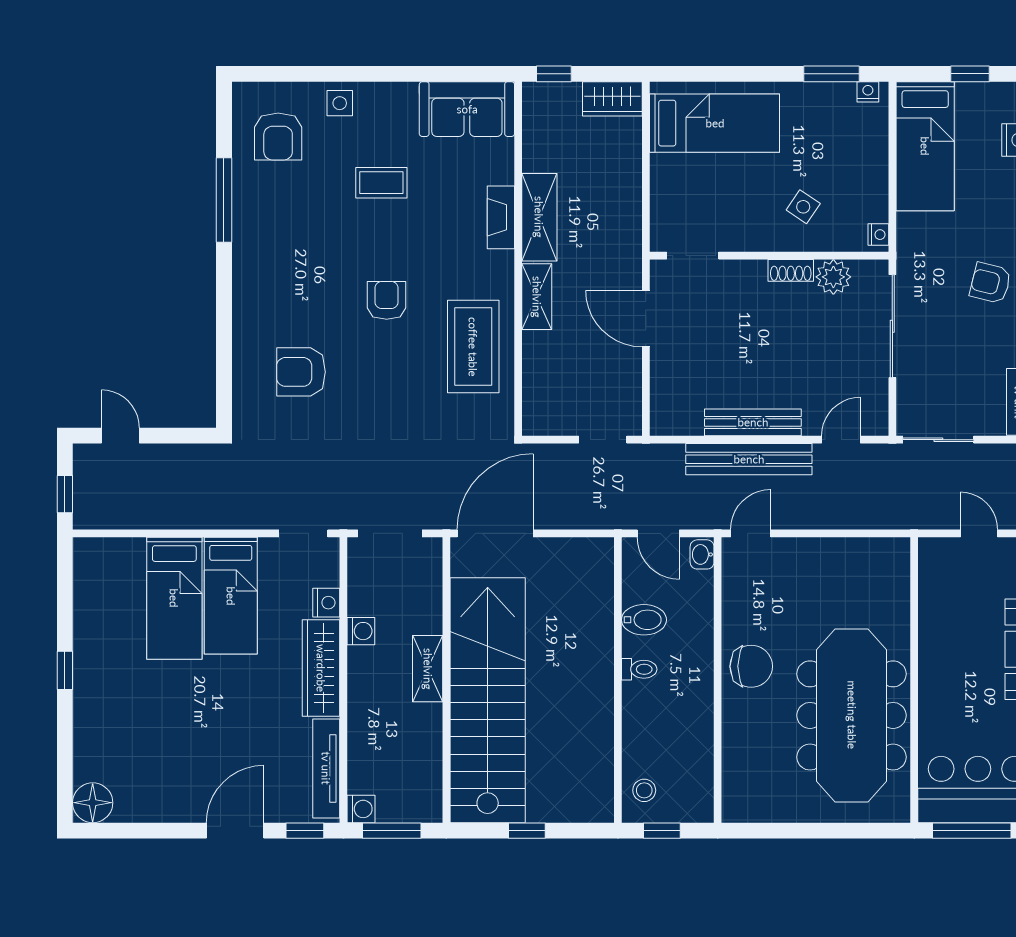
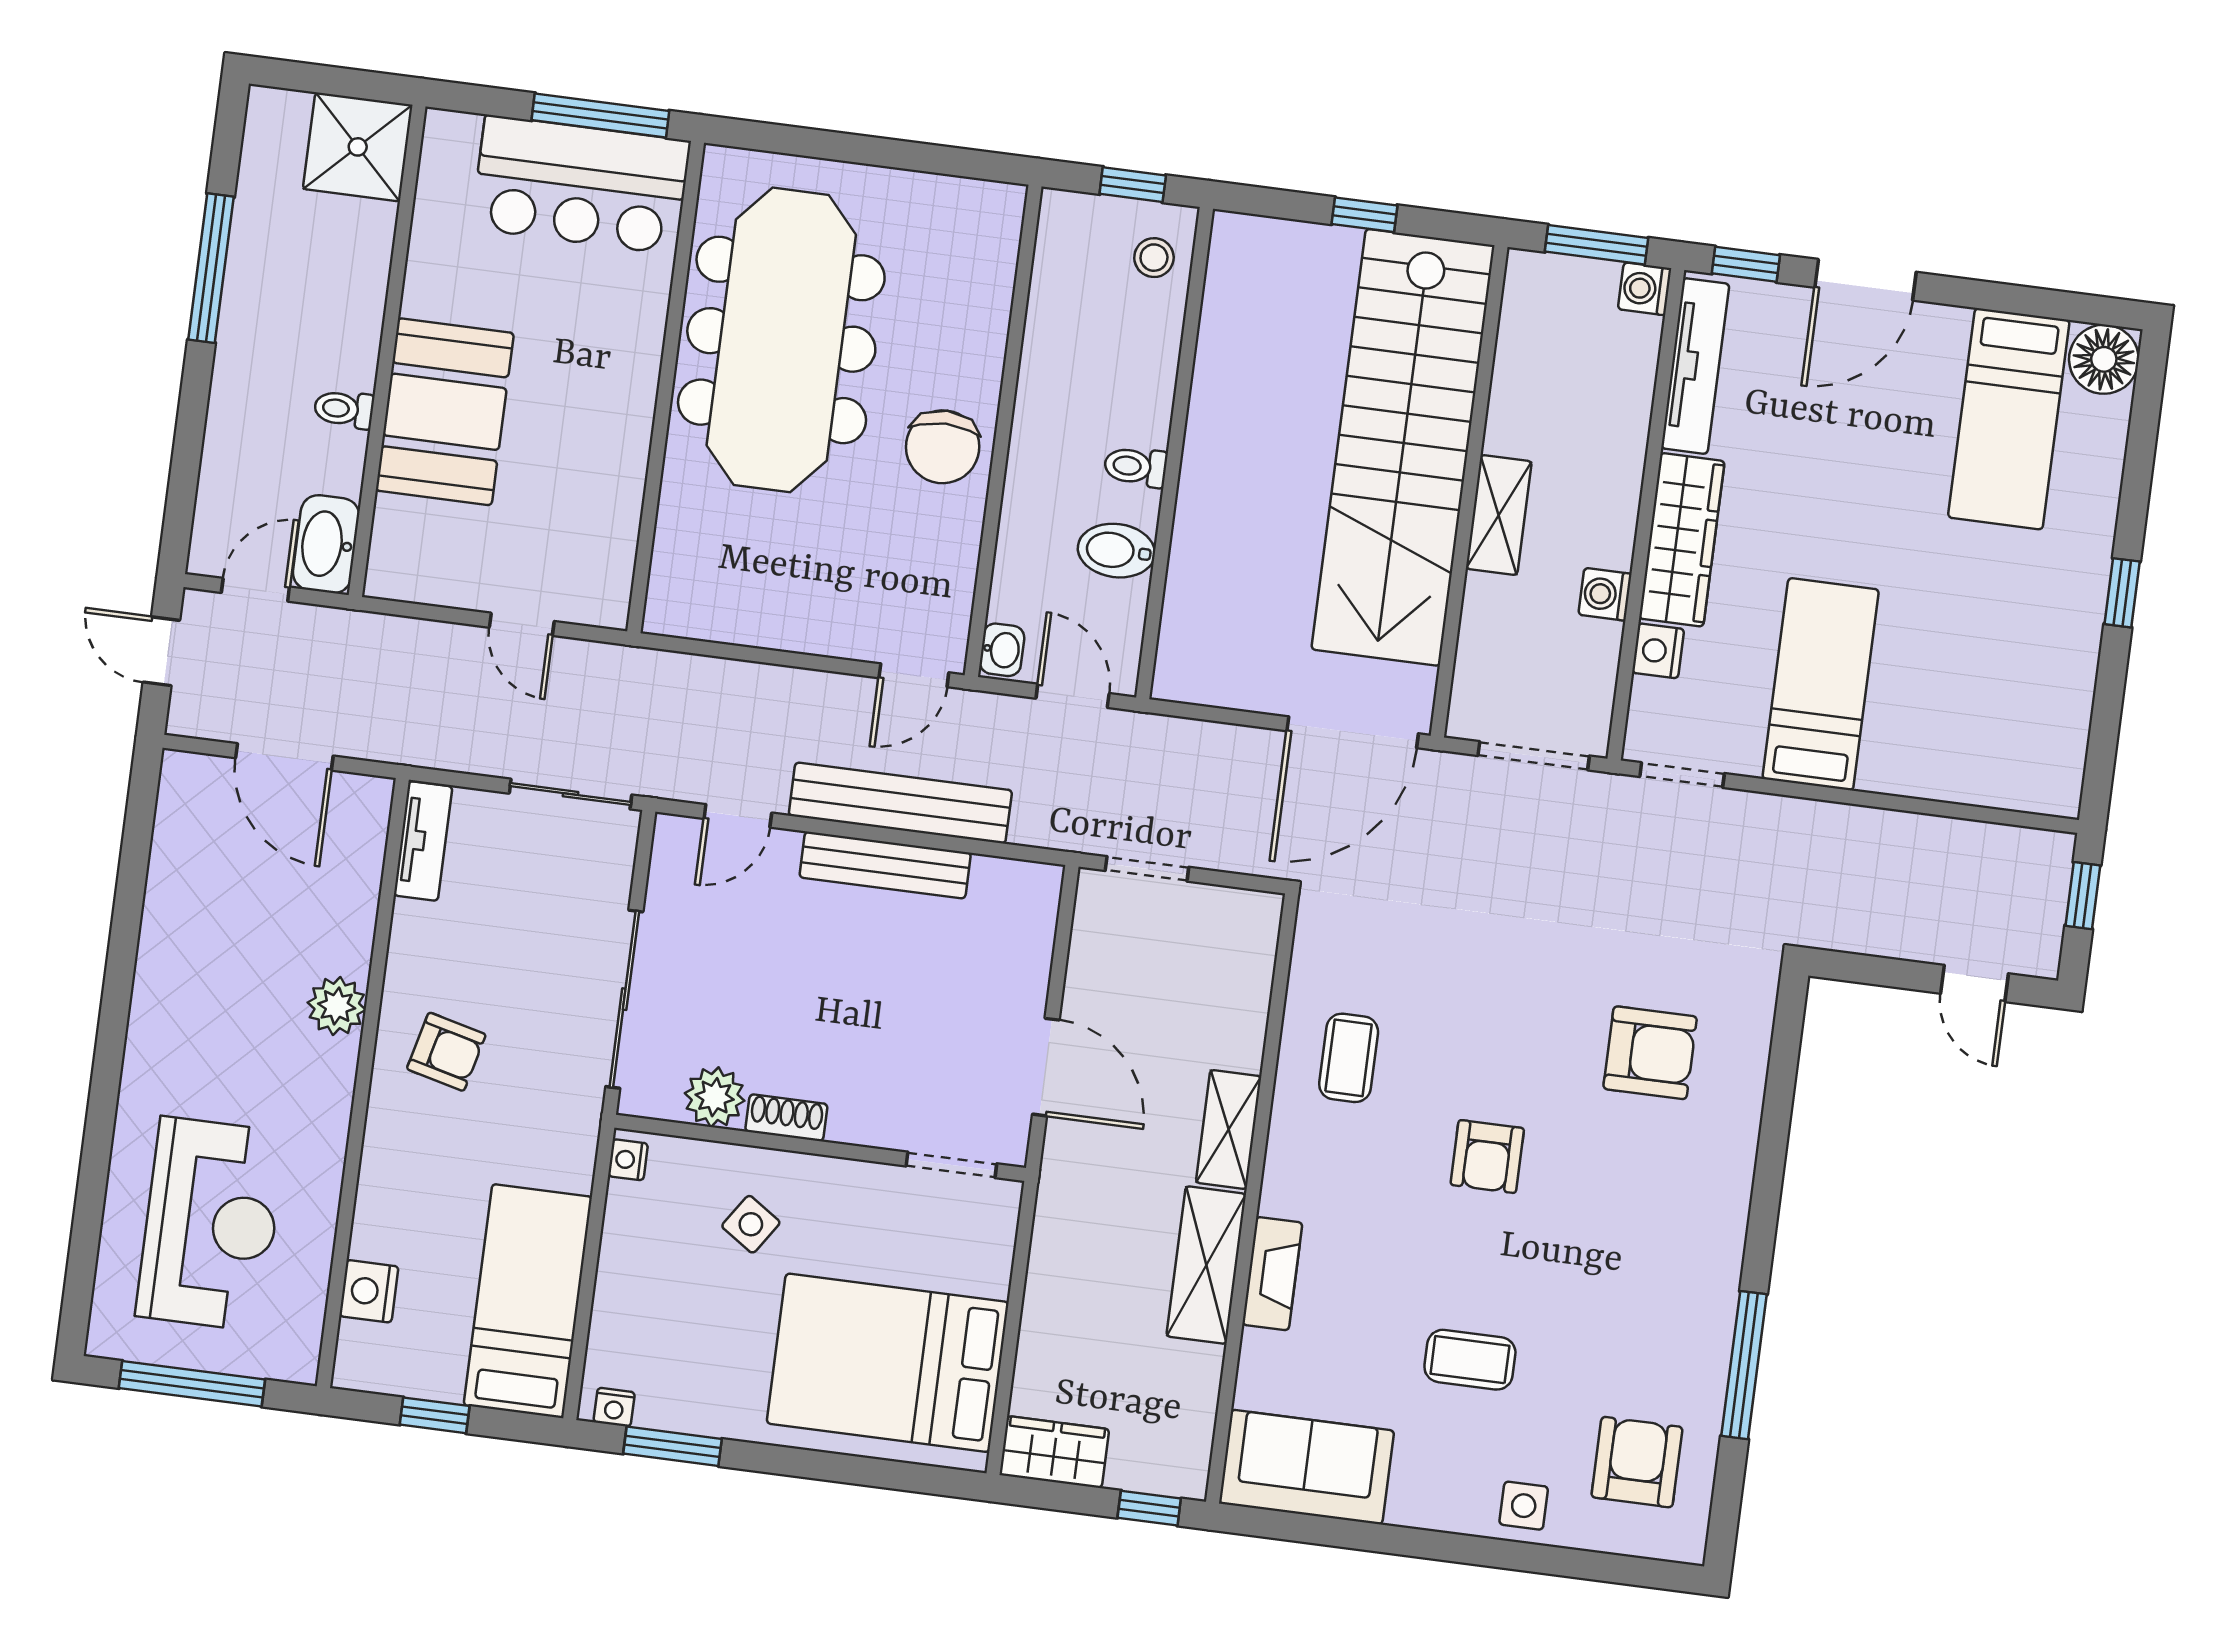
bed: (715, 123) -> (888, 1363), width x1.50
coffee table: (473, 347) -> (1349, 1058), width x0.54, depth x0.58
bed: (174, 598) -> (2009, 419), moved, turned 180
chair: (751, 666) -> (943, 447), turned -90

